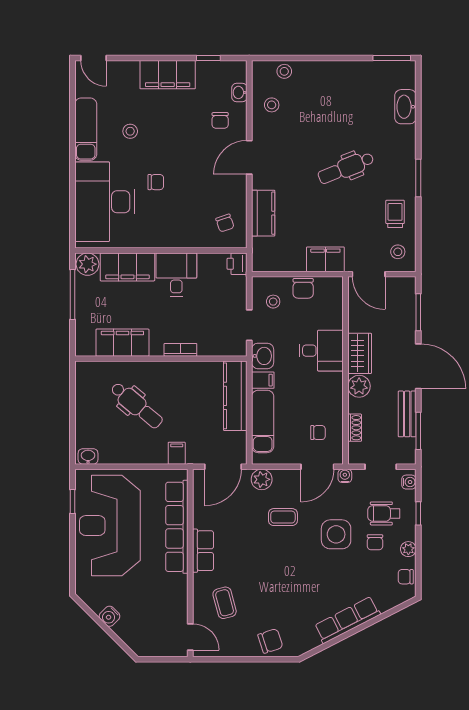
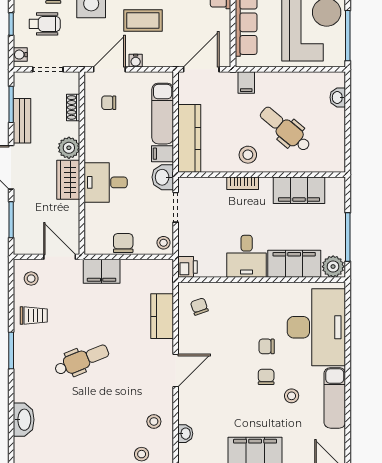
chair: (220, 120) -> (266, 377), moved
trolley: (395, 214) -> (34, 315), turned -90
stool: (273, 302) -> (163, 243), moved
stool: (175, 379) -> (248, 155), added
washbasin: (88, 456) -> (338, 97), moved, turned 90
water cooler: (345, 476) -> (136, 61), moved
plant: (262, 479) -> (164, 57), removed
window: (72, 501) -> (348, 36), width x2.17
coffee table: (283, 517) -> (143, 20), width x1.36, depth x1.30

